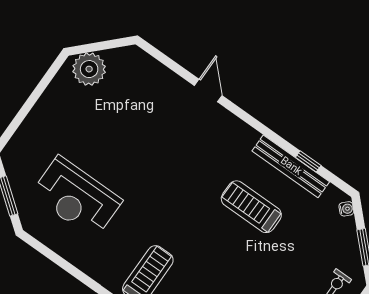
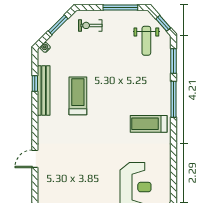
treadmill: (251, 207) -> (78, 96), turned 180

